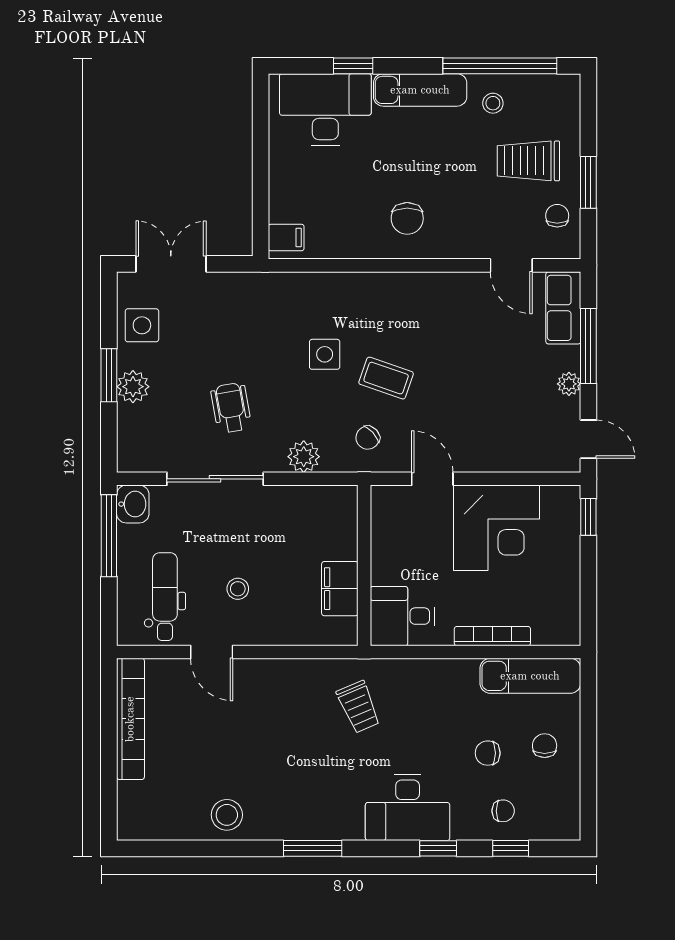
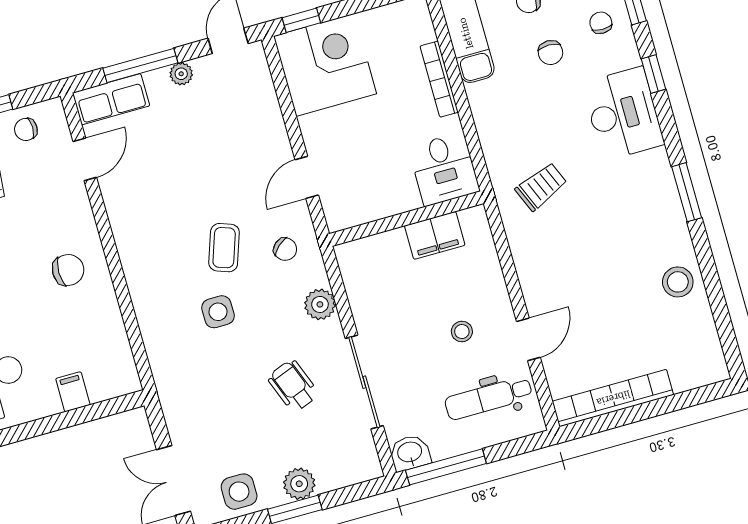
filing cabinet: (286, 238) -> (73, 392), moved
wheelchair: (231, 408) -> (293, 386), turned 79
corner desk: (497, 528) -> (325, 65), moved

